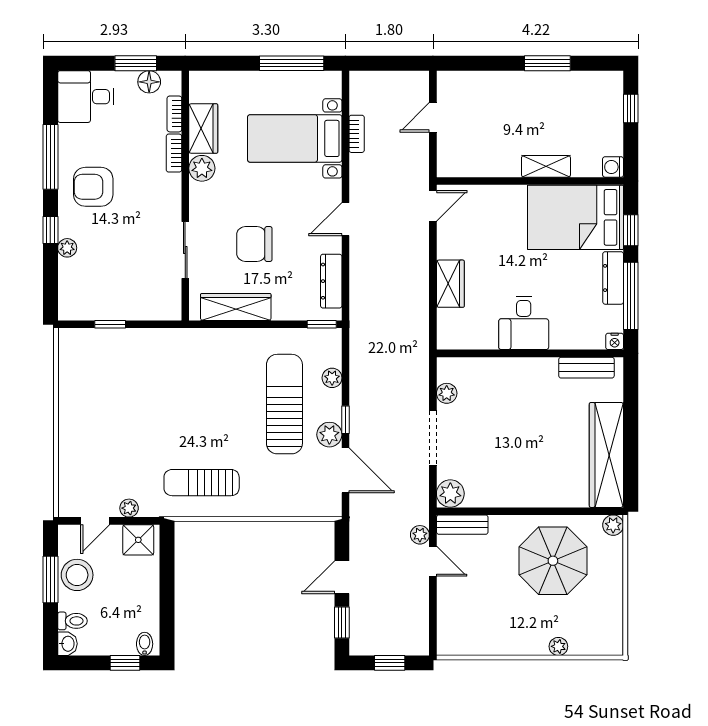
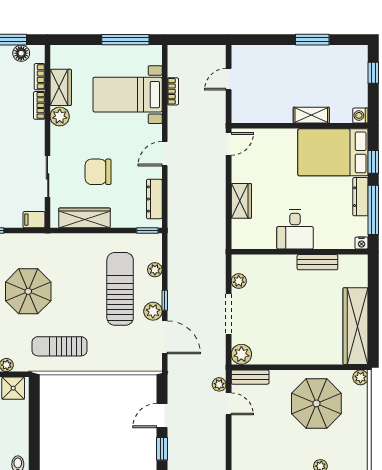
filing cabinet: (167, 309) -> (34, 220), added
bench: (586, 368) -> (317, 262), moved
parasol: (159, 407) -> (28, 291), added

